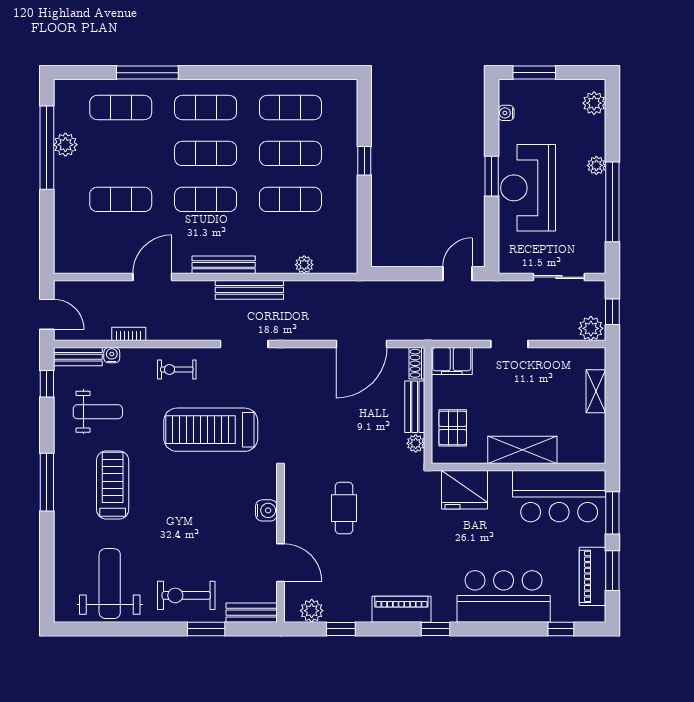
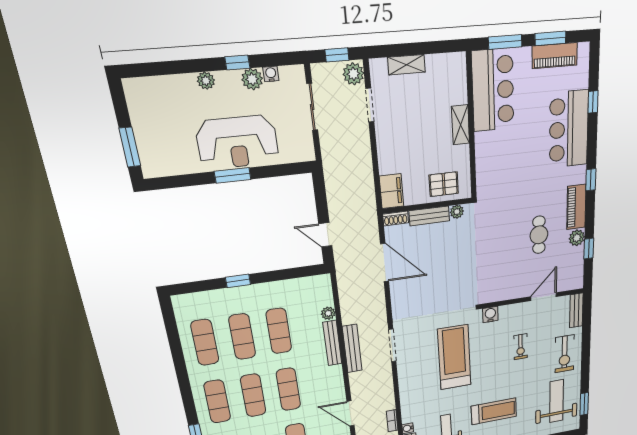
plant: (594, 103) -> (252, 79), moved
water cooler: (506, 113) -> (271, 74), moved, turned 180
window: (612, 202) -> (237, 62), width x0.32
bench: (224, 265) -> (332, 343), moved
door: (457, 274) -> (325, 235), moved
doorway: (509, 344) -> (370, 105), moved
exercise bike: (177, 370) -> (521, 347), moved
treadmill: (211, 430) -> (454, 357), turned 180
shelving: (522, 450) -> (460, 125), width x0.67, depth x0.75
treadmill: (113, 485) -> (494, 411), turned 180
fridge: (464, 490) -> (490, 169), removed
cafe table: (344, 508) -> (539, 235), moved, turned 90
water cooler: (266, 510) -> (490, 315), moved
weight bench: (110, 584) -> (556, 401), turned 90
plant: (312, 611) -> (577, 238), moved
window: (206, 629) -> (584, 404), moved
window: (561, 629) -> (593, 102), moved

